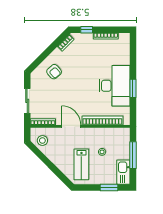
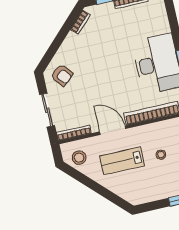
armchair: (54, 72) -> (62, 75), moved
lab bench: (81, 164) -> (122, 161), moved, turned 90

